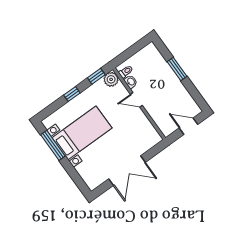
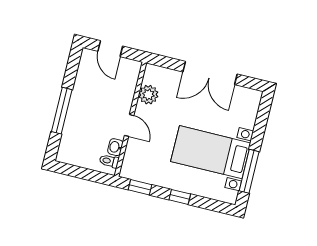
window: (177, 69) -> (62, 111), width x1.44
plant: (111, 79) -> (148, 95), moved
double door: (127, 171) -> (210, 73), swing flipped

